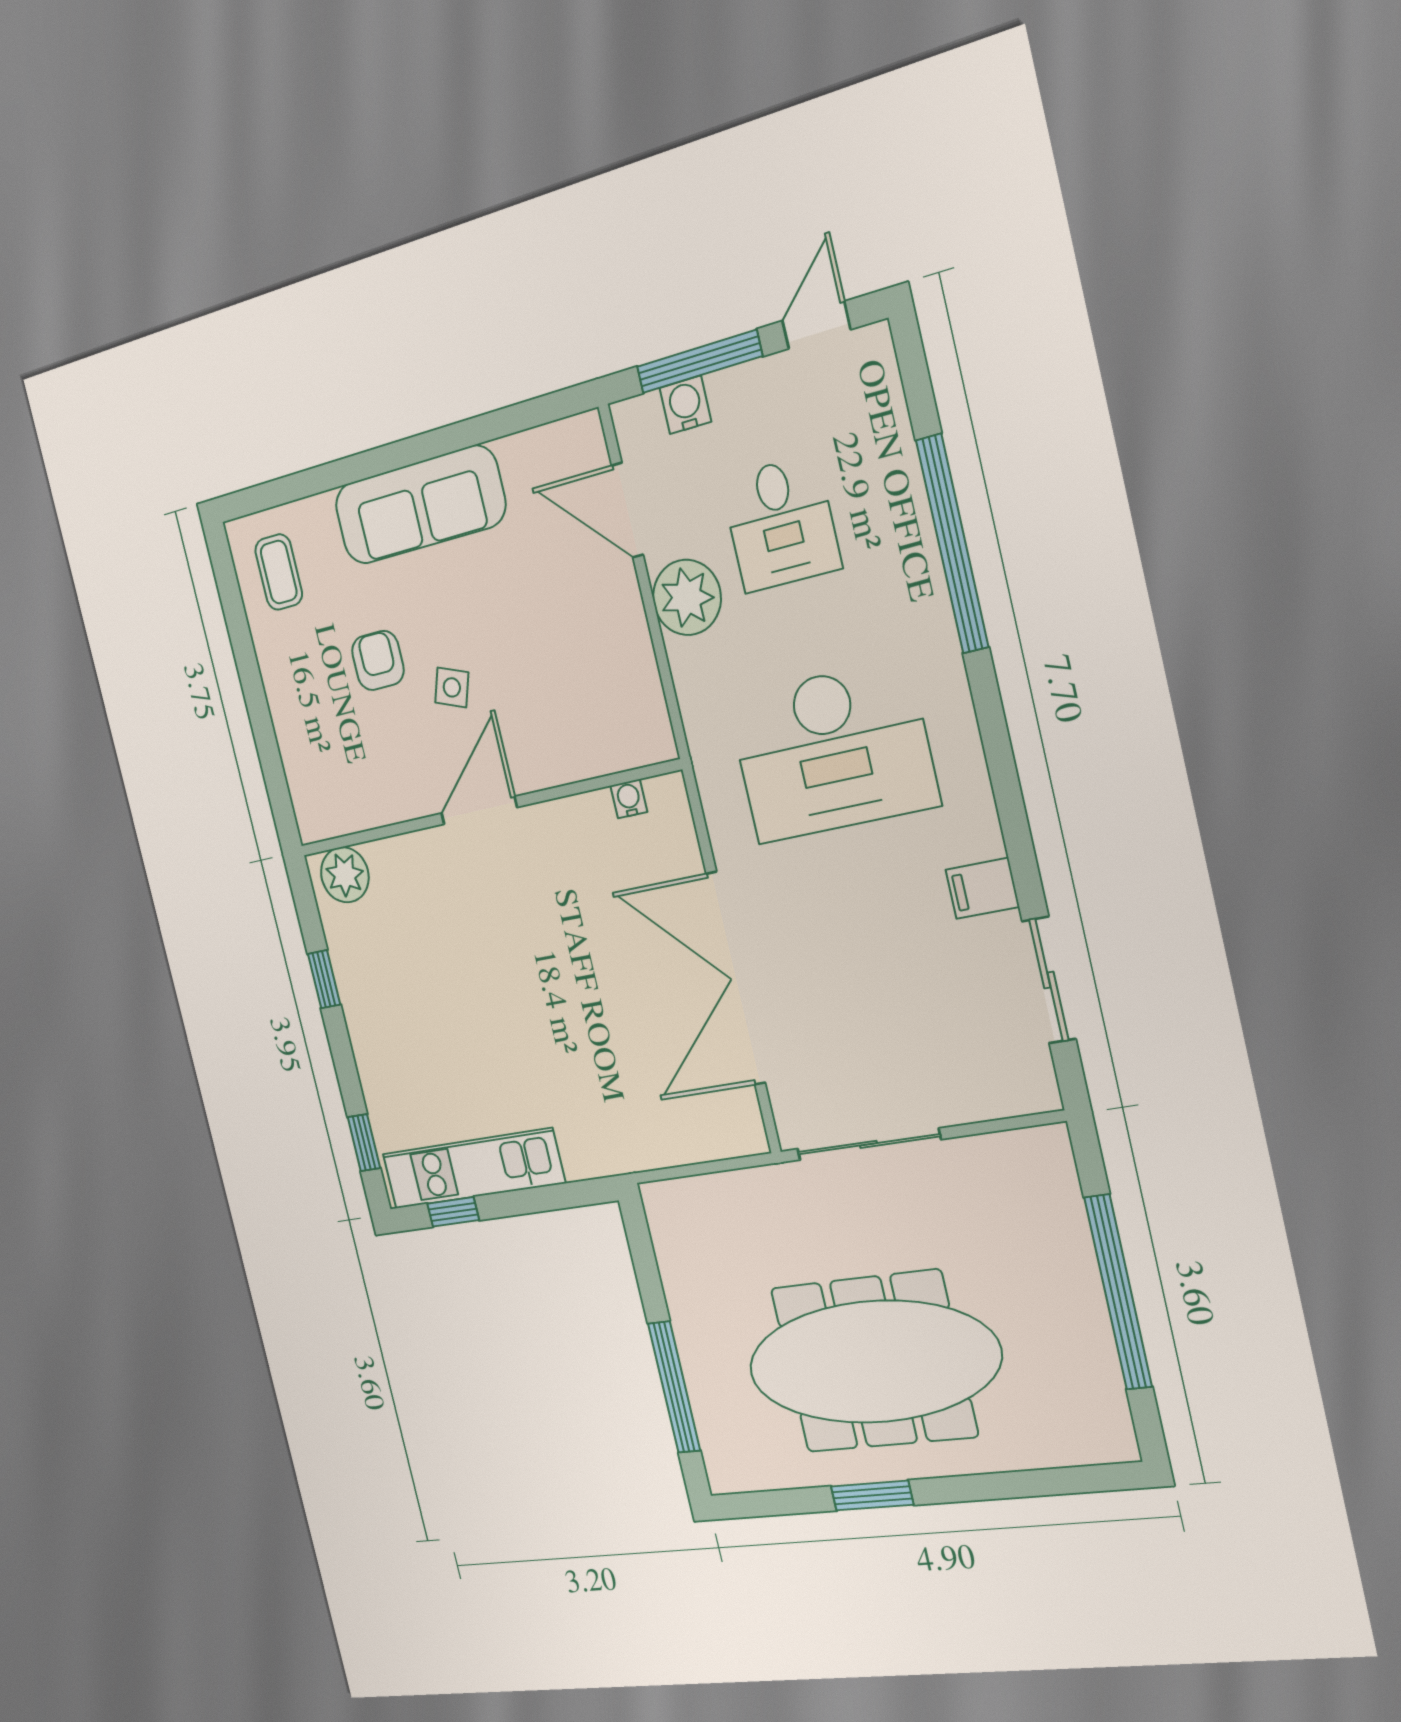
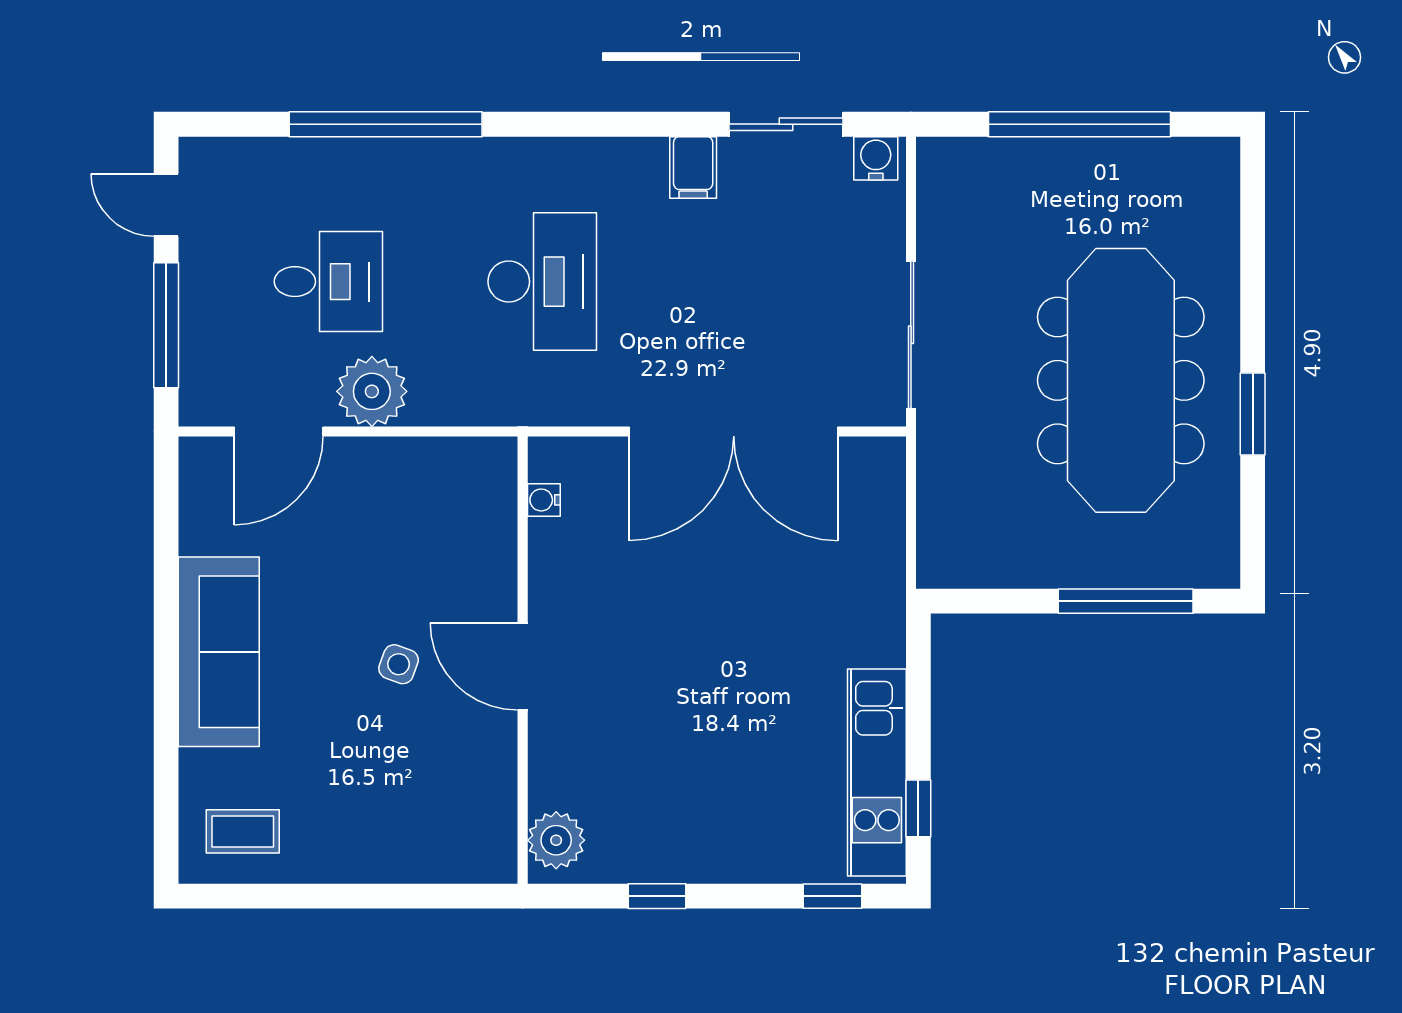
water cooler: (685, 405) -> (876, 158), moved, turned 90
armchair: (378, 660) -> (354, 741), removed
desk: (832, 751) -> (542, 282), width x0.73, depth x0.77

